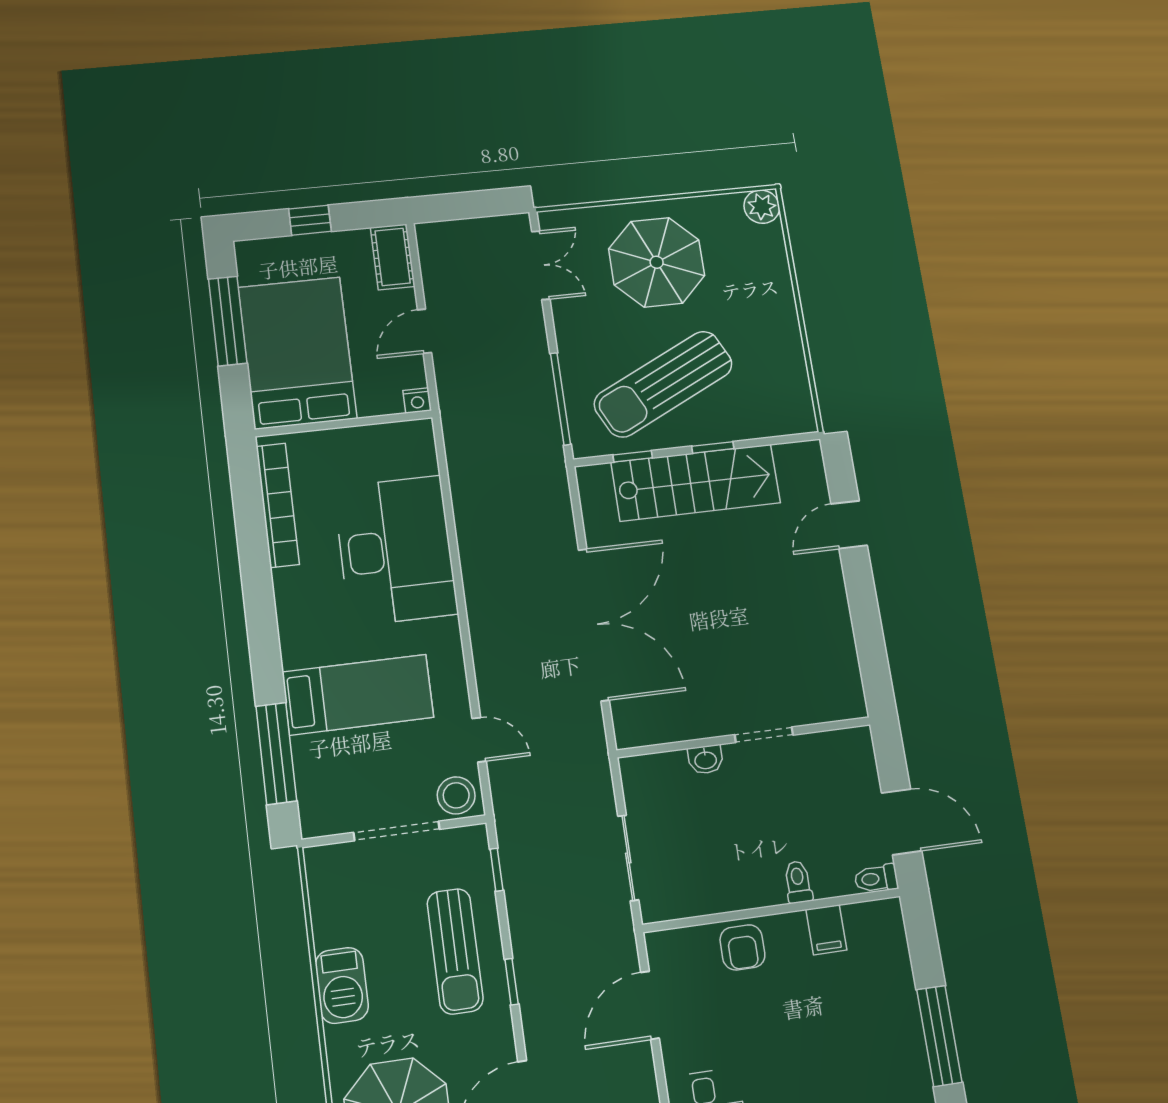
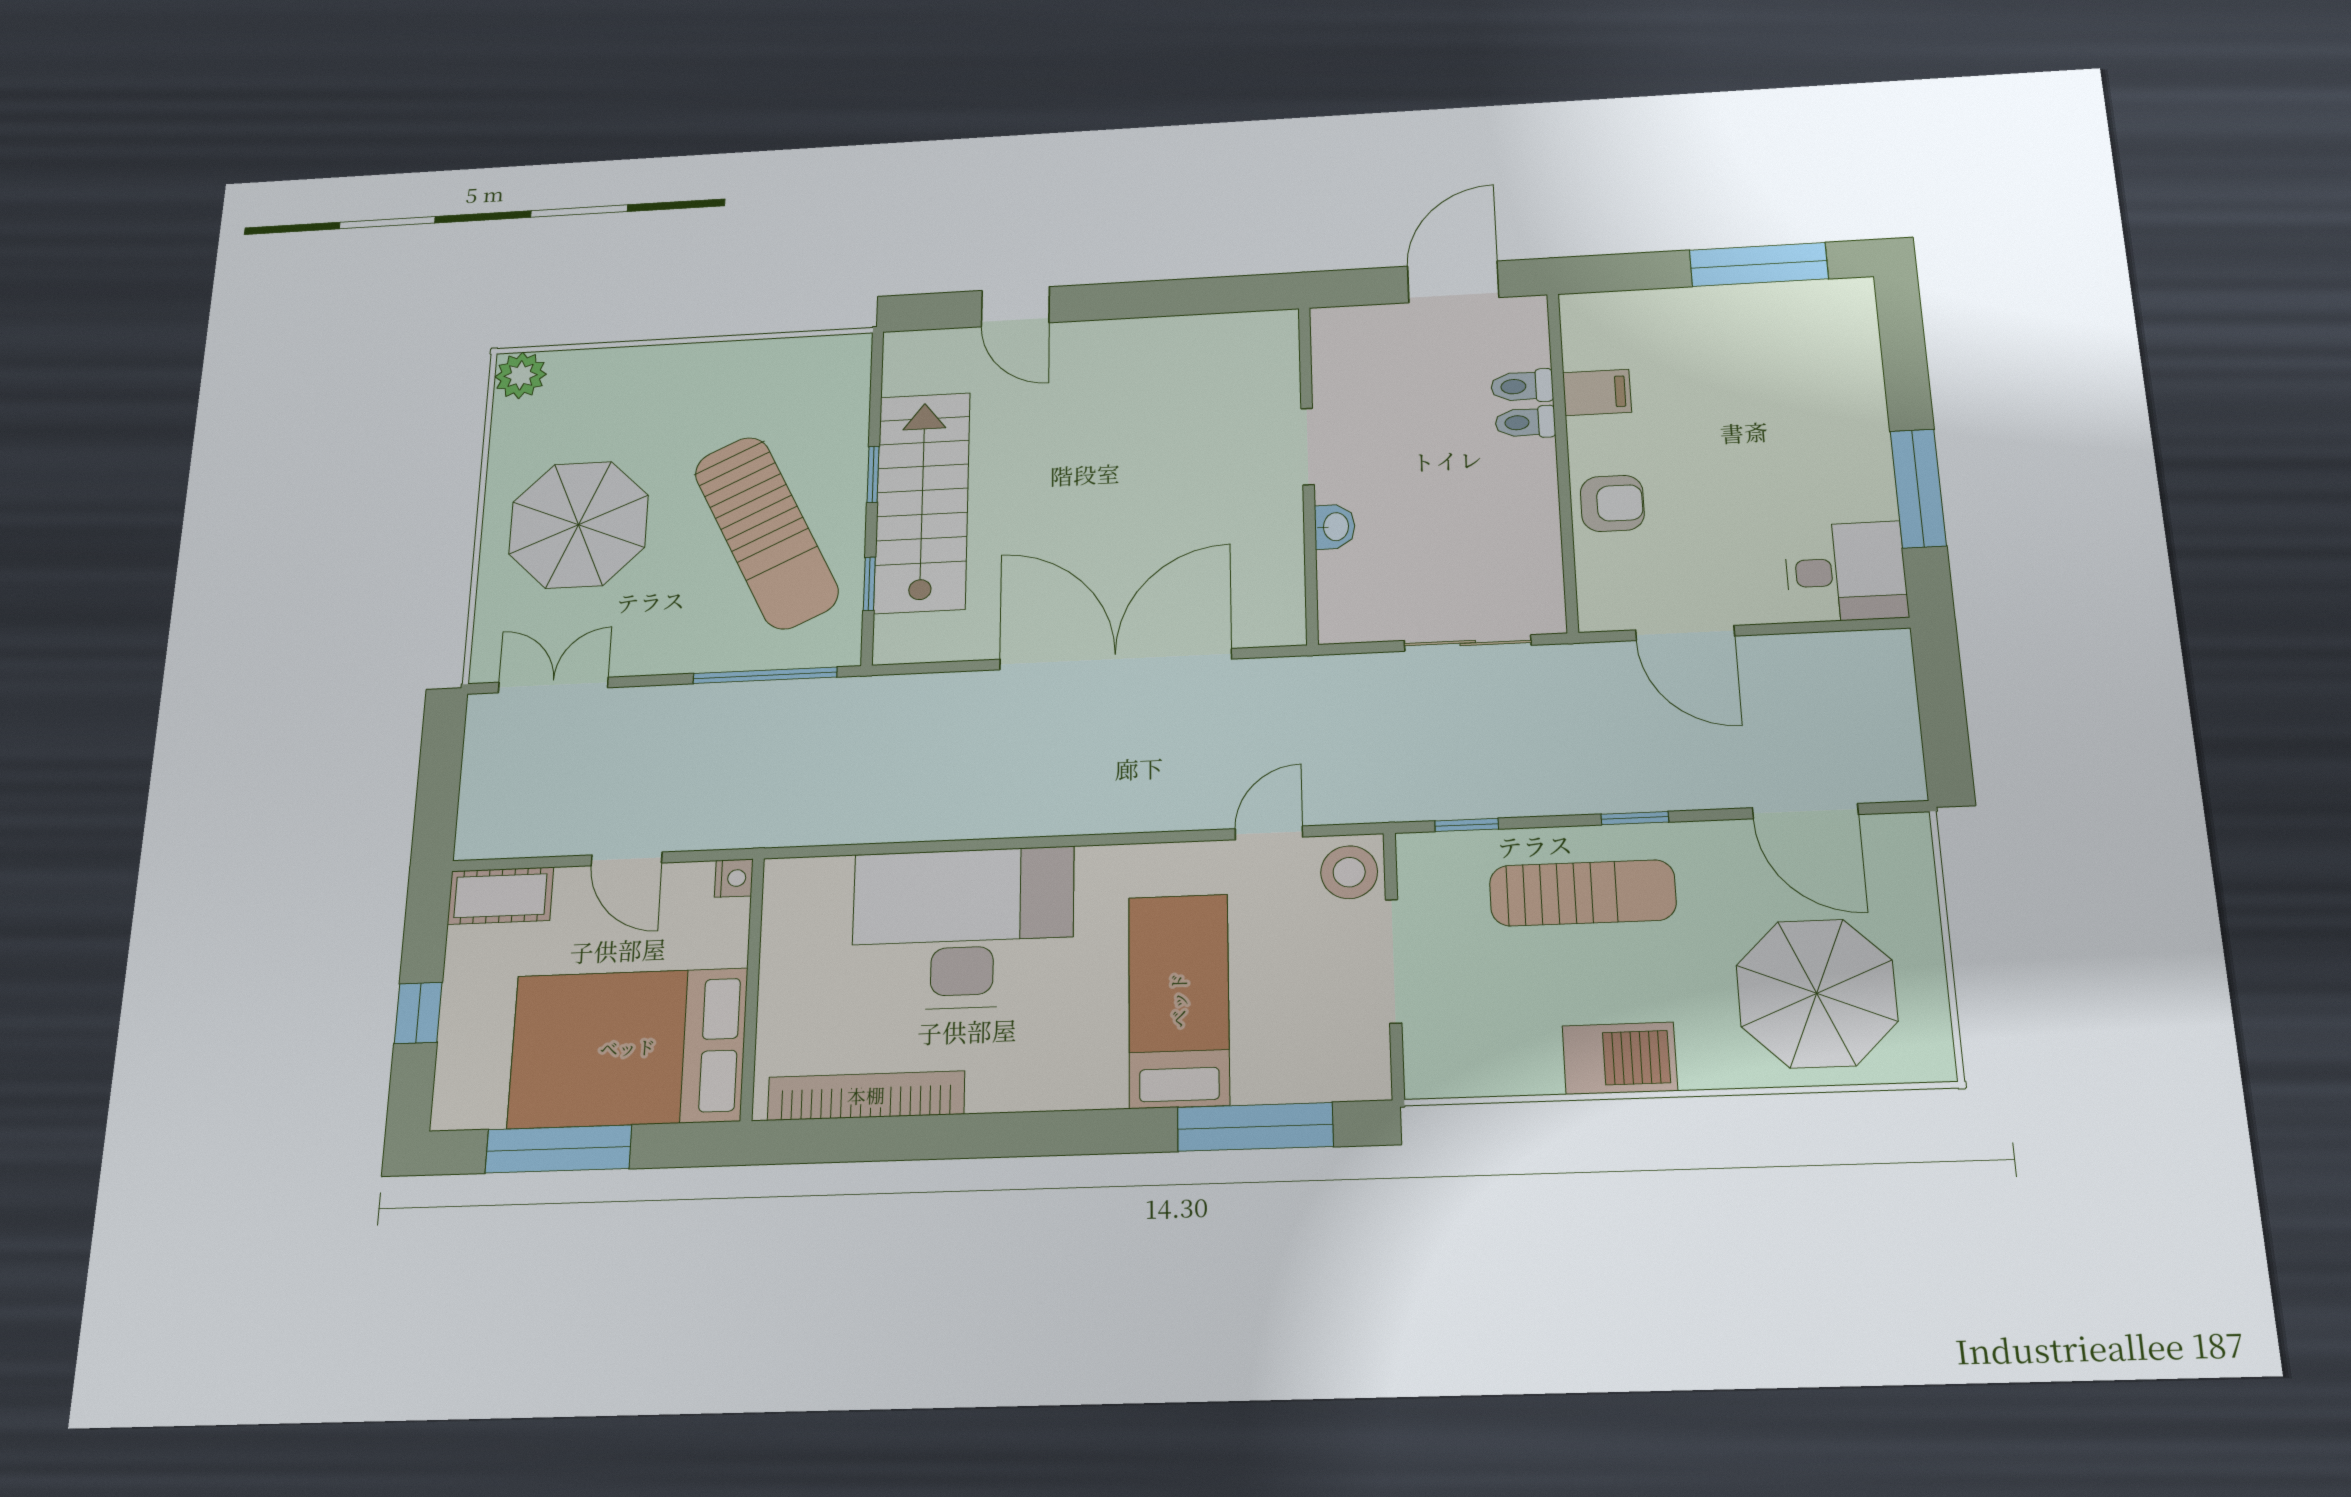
toilet: (876, 878) -> (1522, 386), moved, turned 90

